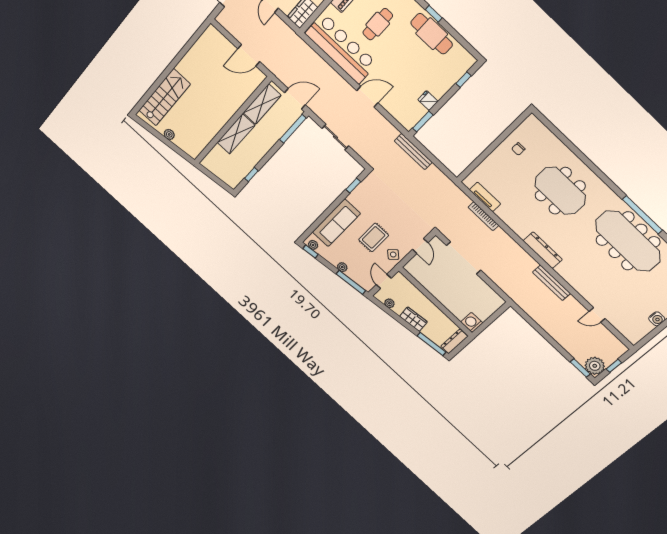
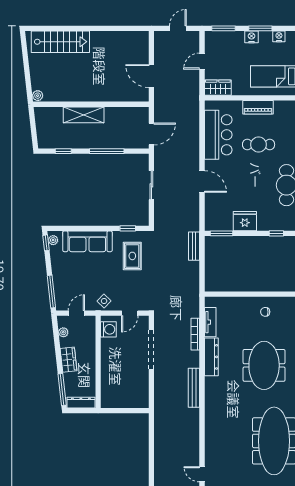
bar counter: (341, 48) -> (218, 135), width x0.73
door: (295, 99) -> (151, 134), hinge flipped
fridge: (428, 101) -> (245, 221), width x1.88, depth x1.34
shelving: (262, 104) -> (125, 115), removed
window: (293, 129) -> (107, 151), moved
plant: (169, 134) -> (38, 96), moved
bench: (413, 152) -> (194, 246), width x0.73
rug: (374, 237) -> (132, 256), moved, turned 90
dresser: (543, 250) -> (211, 357), moved
plant: (342, 267) -> (57, 275), removed
bench: (552, 283) -> (194, 388), moved
washing machine: (472, 322) -> (108, 329), moved, turned 90

